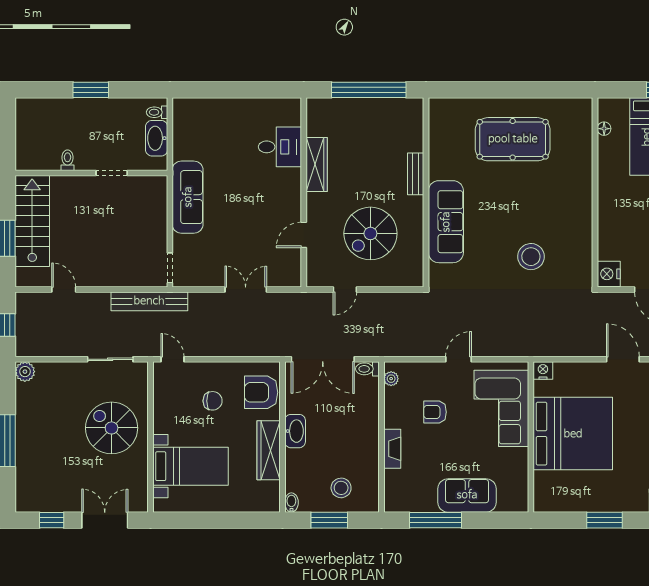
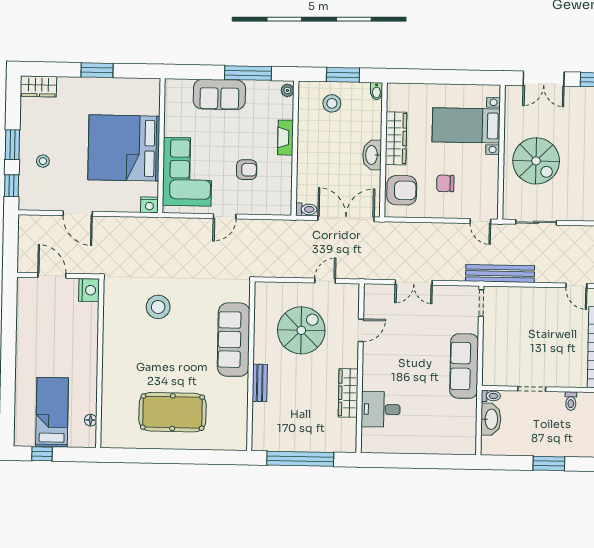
toilet: (157, 112) -> (491, 396), moved
plant: (391, 379) -> (287, 90), moved

